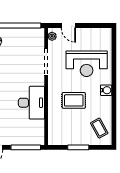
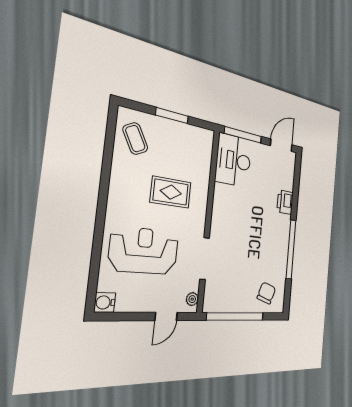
door: (68, 26) -> (166, 317), swing flipped
water cooler: (106, 90) -> (105, 302), moved
desk: (31, 103) -> (234, 160), moved

